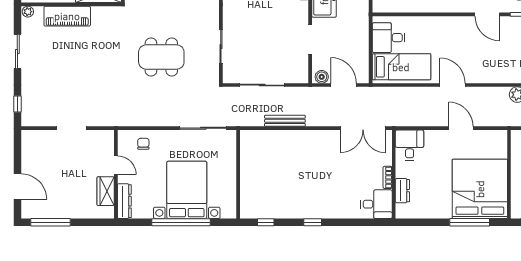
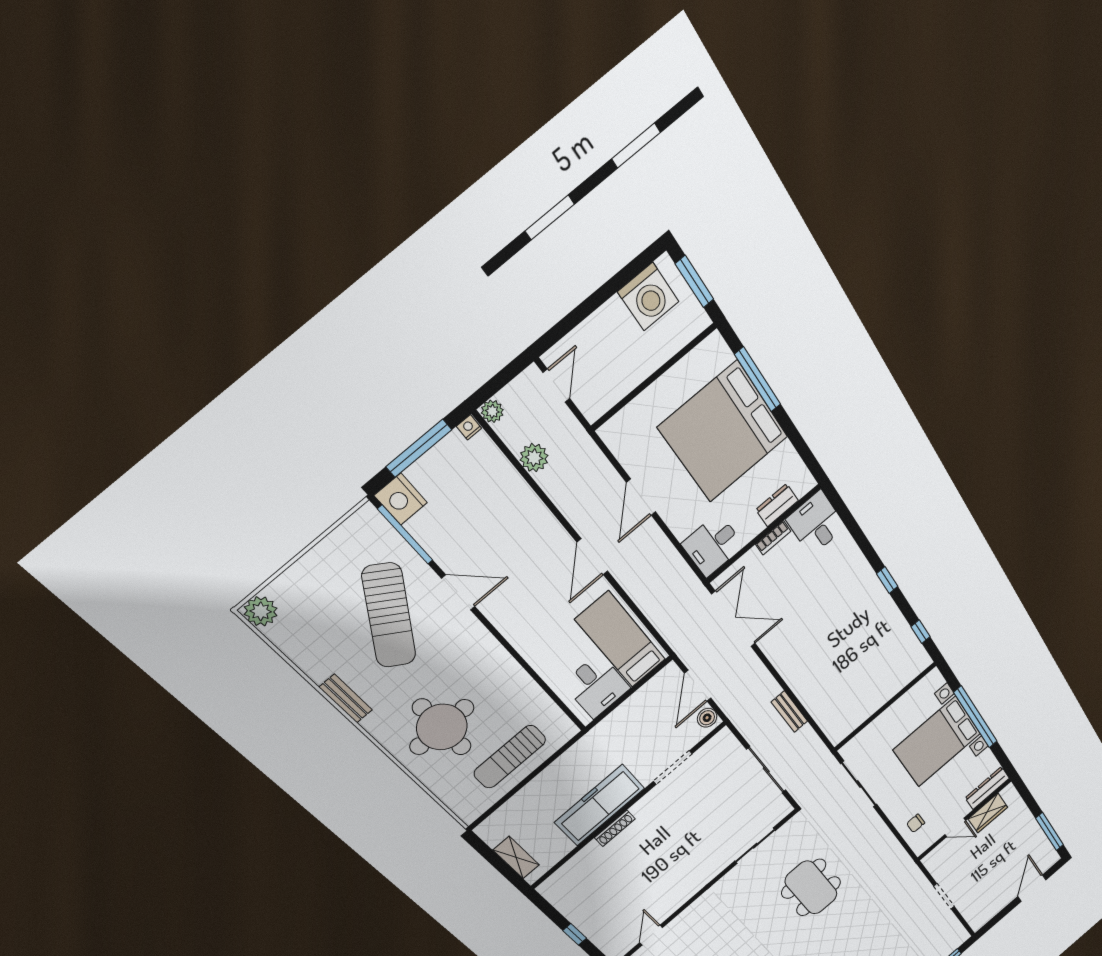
door: (487, 14) -> (458, 592), hinge flipped
bench: (285, 121) -> (790, 712), width x0.73
door: (116, 165) -> (955, 828), swing flipped
bed: (480, 189) -> (723, 432), moved

